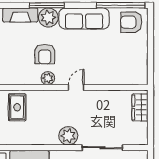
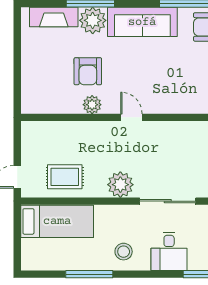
door: (76, 87) -> (131, 117), hinge flipped
rug: (17, 107) -> (65, 177), moved, turned 90

